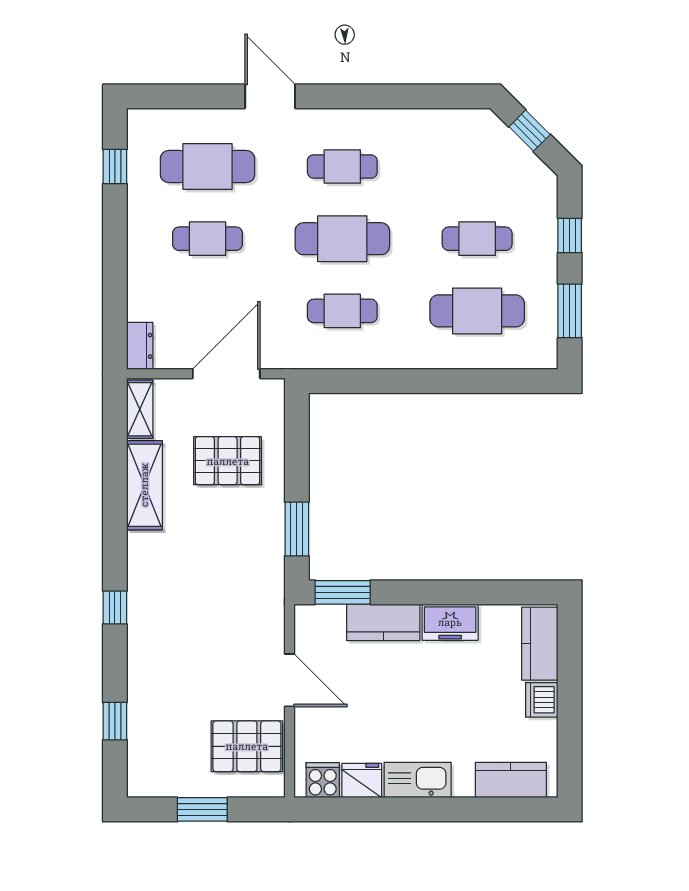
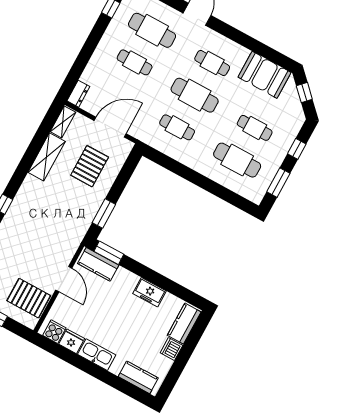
booth: (444, 138) -> (265, 75), added
pallet: (228, 461) -> (90, 166), turned 90
kitchen counter: (383, 622) -> (98, 264), moved

